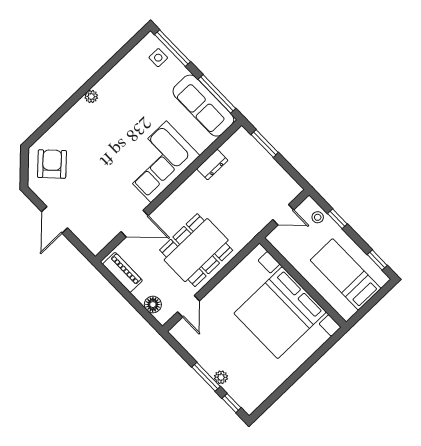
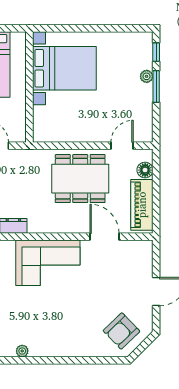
plant: (91, 97) -> (22, 351), moved
piano: (122, 272) -> (142, 205), width x1.37, depth x1.33
bed with nightstands: (280, 313) -> (64, 68), width x0.73

